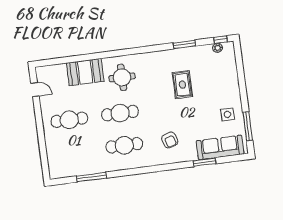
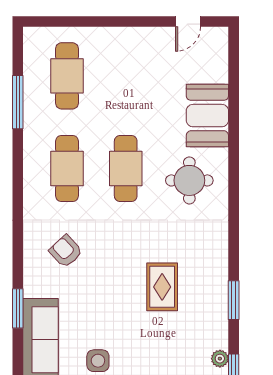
rug: (182, 85) -> (162, 287), turned 90
cafe table: (69, 120) -> (67, 76), moved
armchair: (170, 140) -> (66, 251), turned 65

